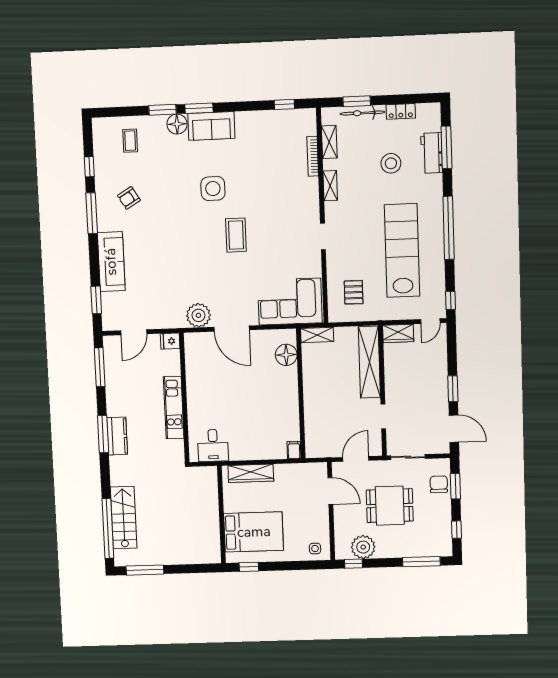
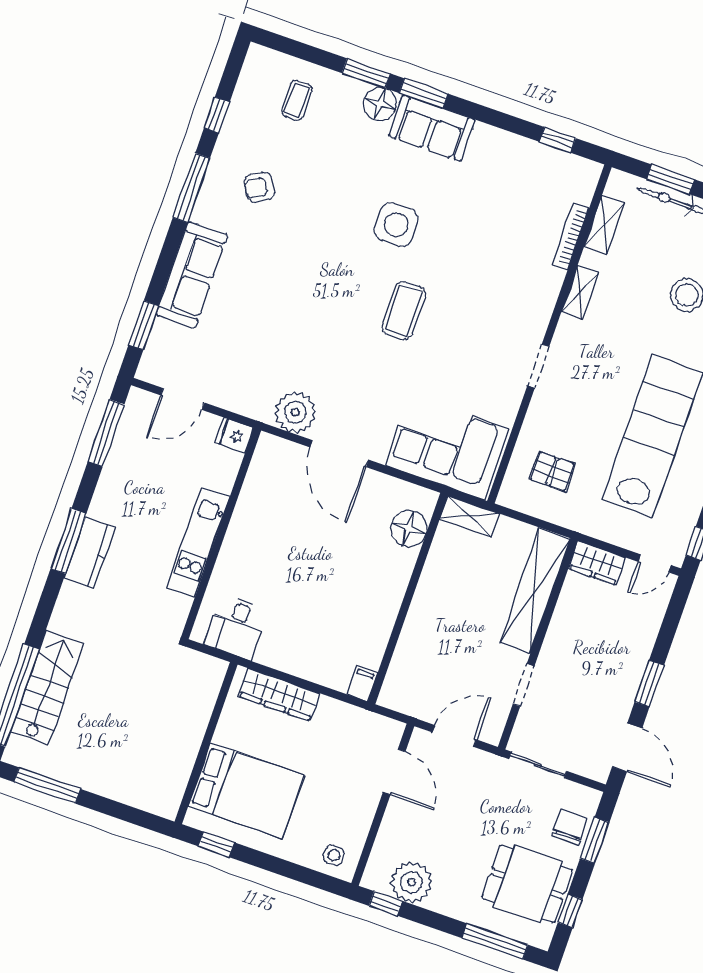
pallet: (354, 292) -> (552, 472), turned 90
dining table: (390, 506) -> (527, 884), moved

